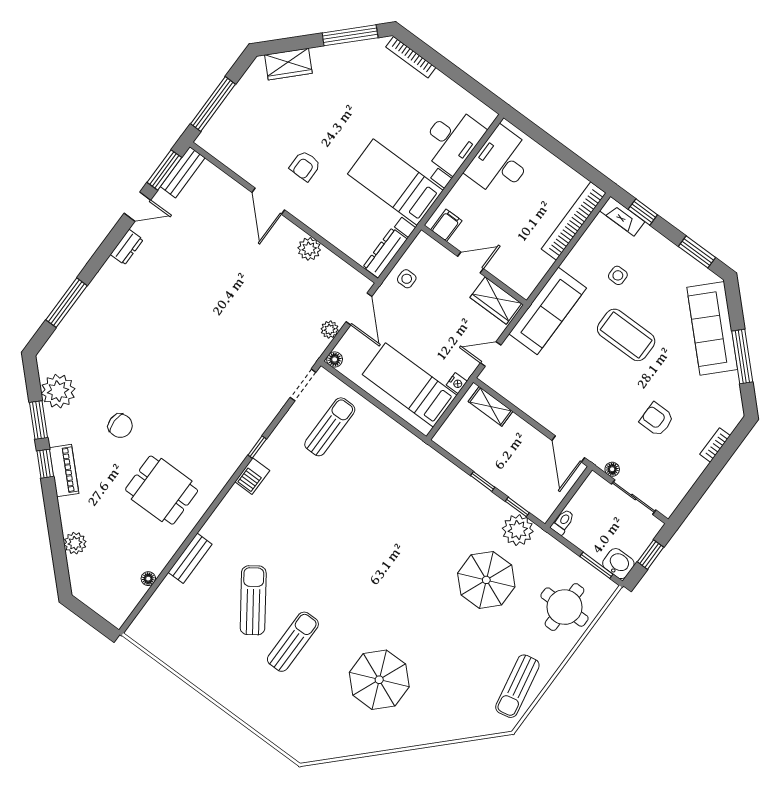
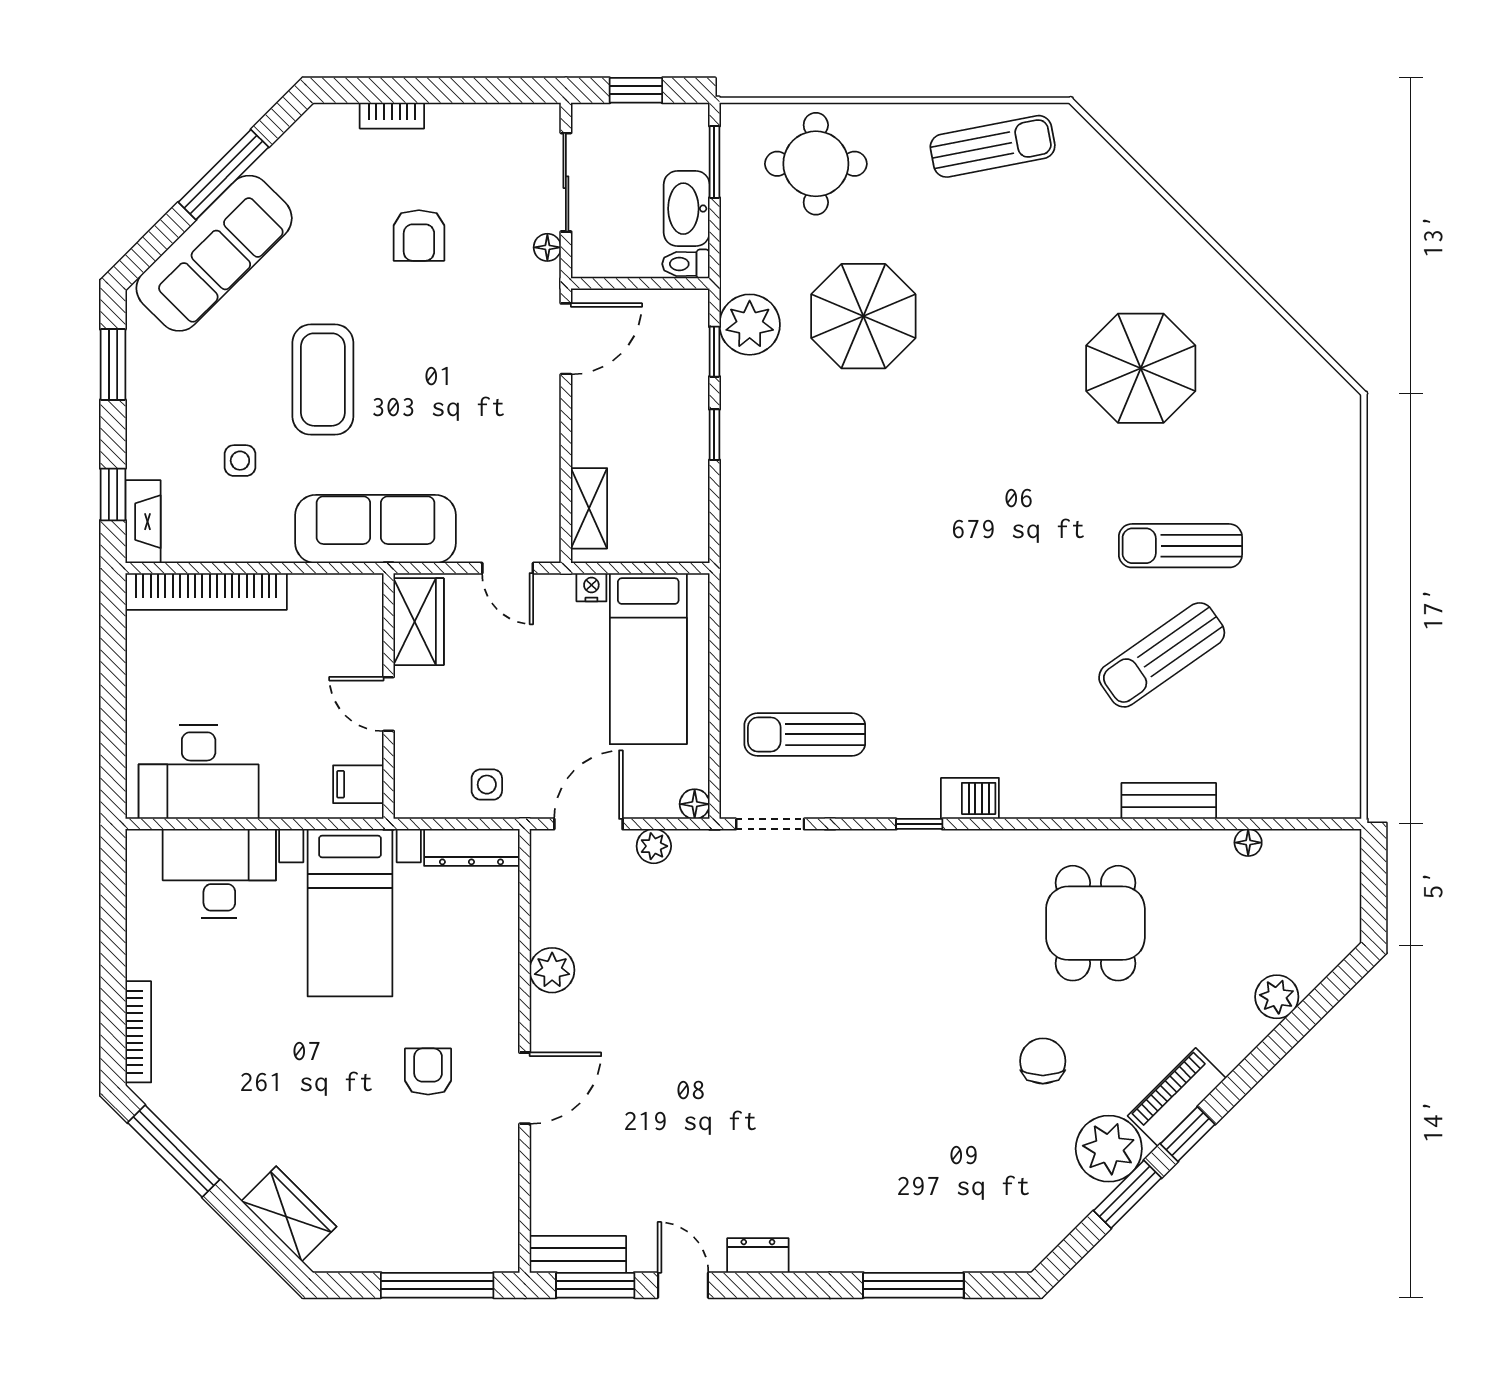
armchair: (305, 166) -> (428, 1071), turned -90
plant: (58, 391) -> (1109, 1149), moved
washbasin: (618, 564) -> (687, 209), moved, width x1.38

